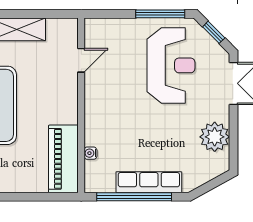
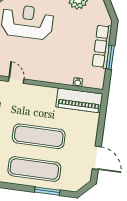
window: (134, 197) -> (110, 57), width x0.47

